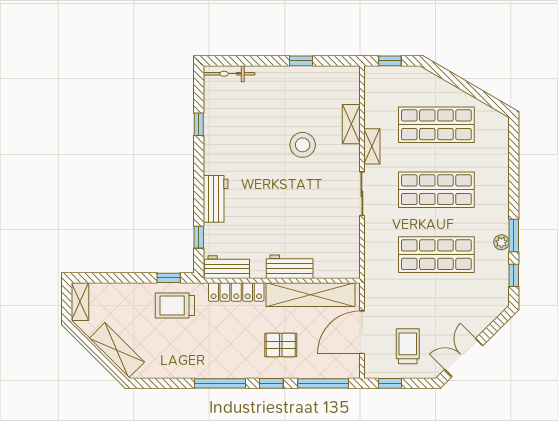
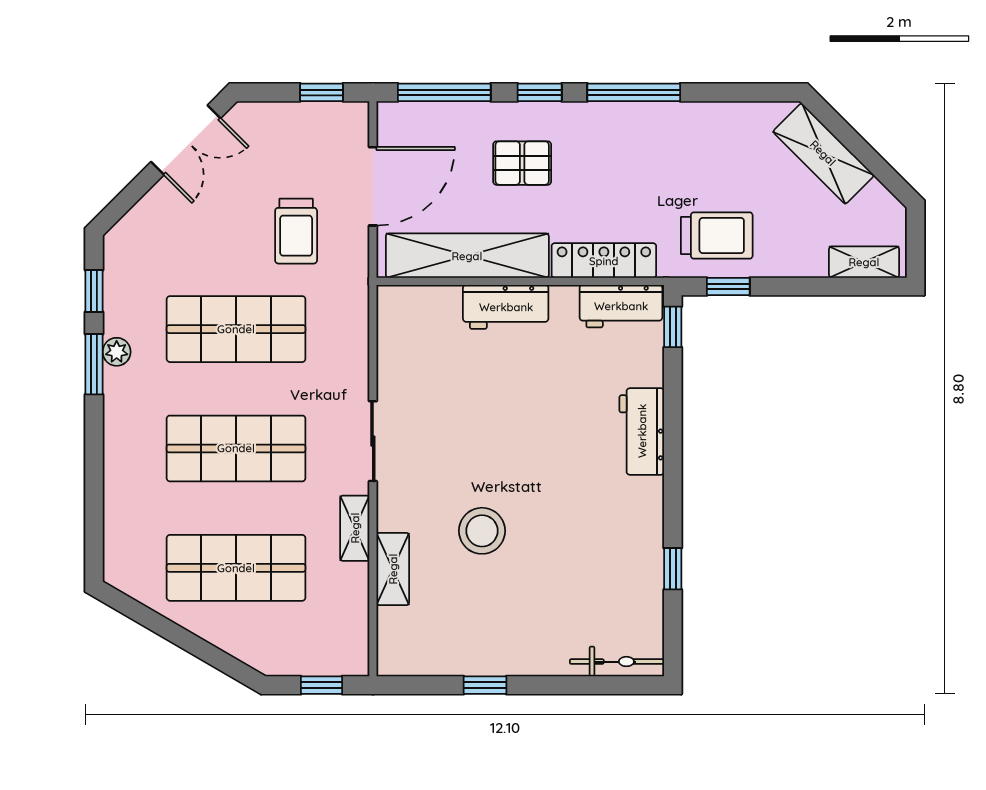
window: (199, 237) -> (673, 327), moved
shelving: (80, 302) -> (864, 262), moved, turned 90
trolley: (408, 346) -> (296, 231), moved

